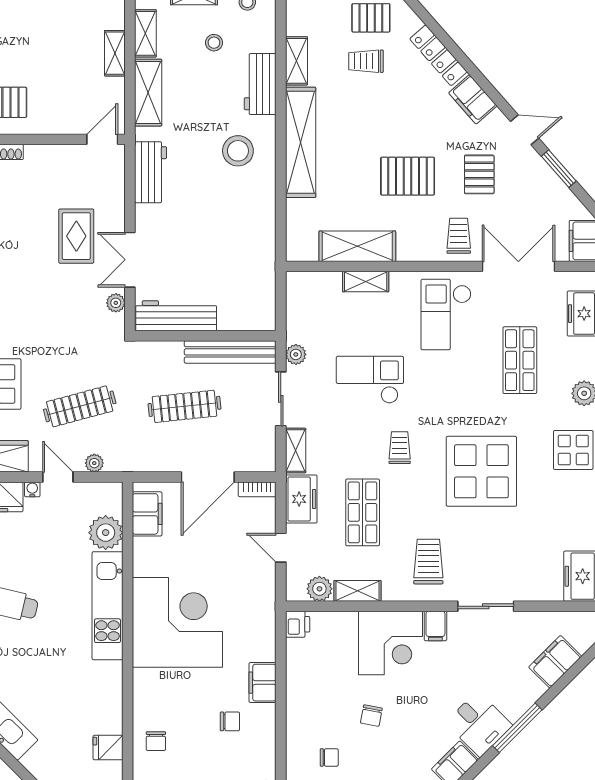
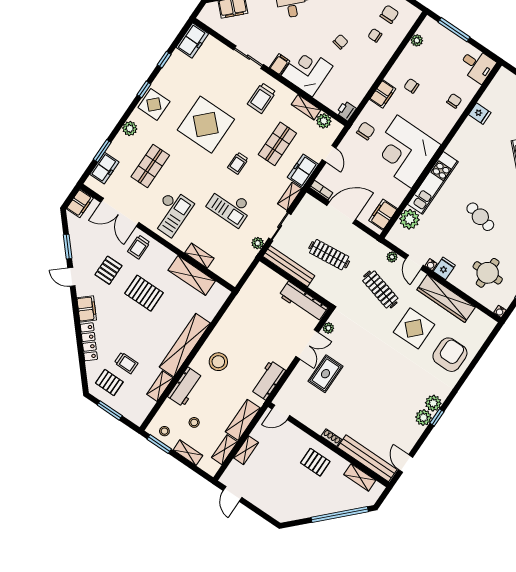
clothes rail: (80, 406) -> (380, 289), turned 30
chair: (251, 615) -> (366, 131), added

